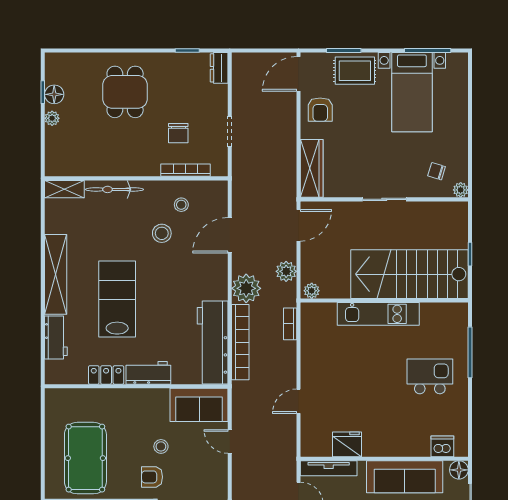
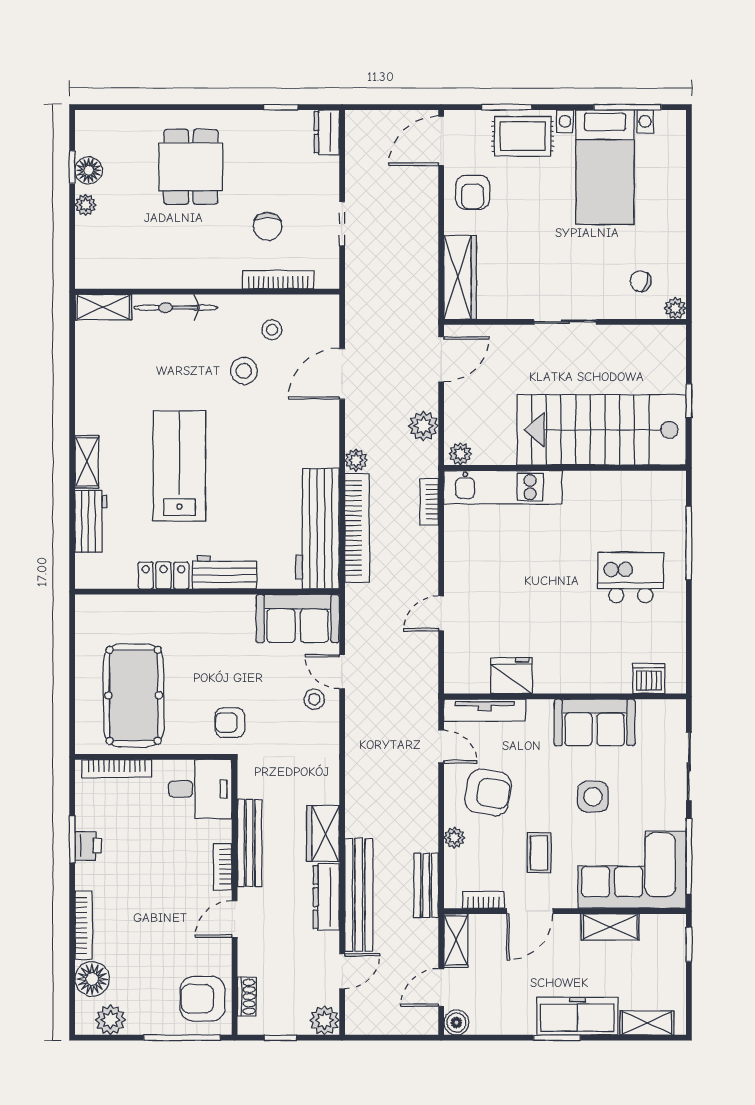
shelving: (56, 274) -> (87, 462), width x0.45, depth x0.75
plant: (246, 288) -> (356, 460), width x0.53, depth x0.53
kitchen unit: (378, 314) -> (503, 487), moved
stool: (161, 446) -> (314, 699), moved
floor lamp: (459, 470) -> (673, 712), removed
sofa: (405, 477) -> (595, 722), width x0.73

